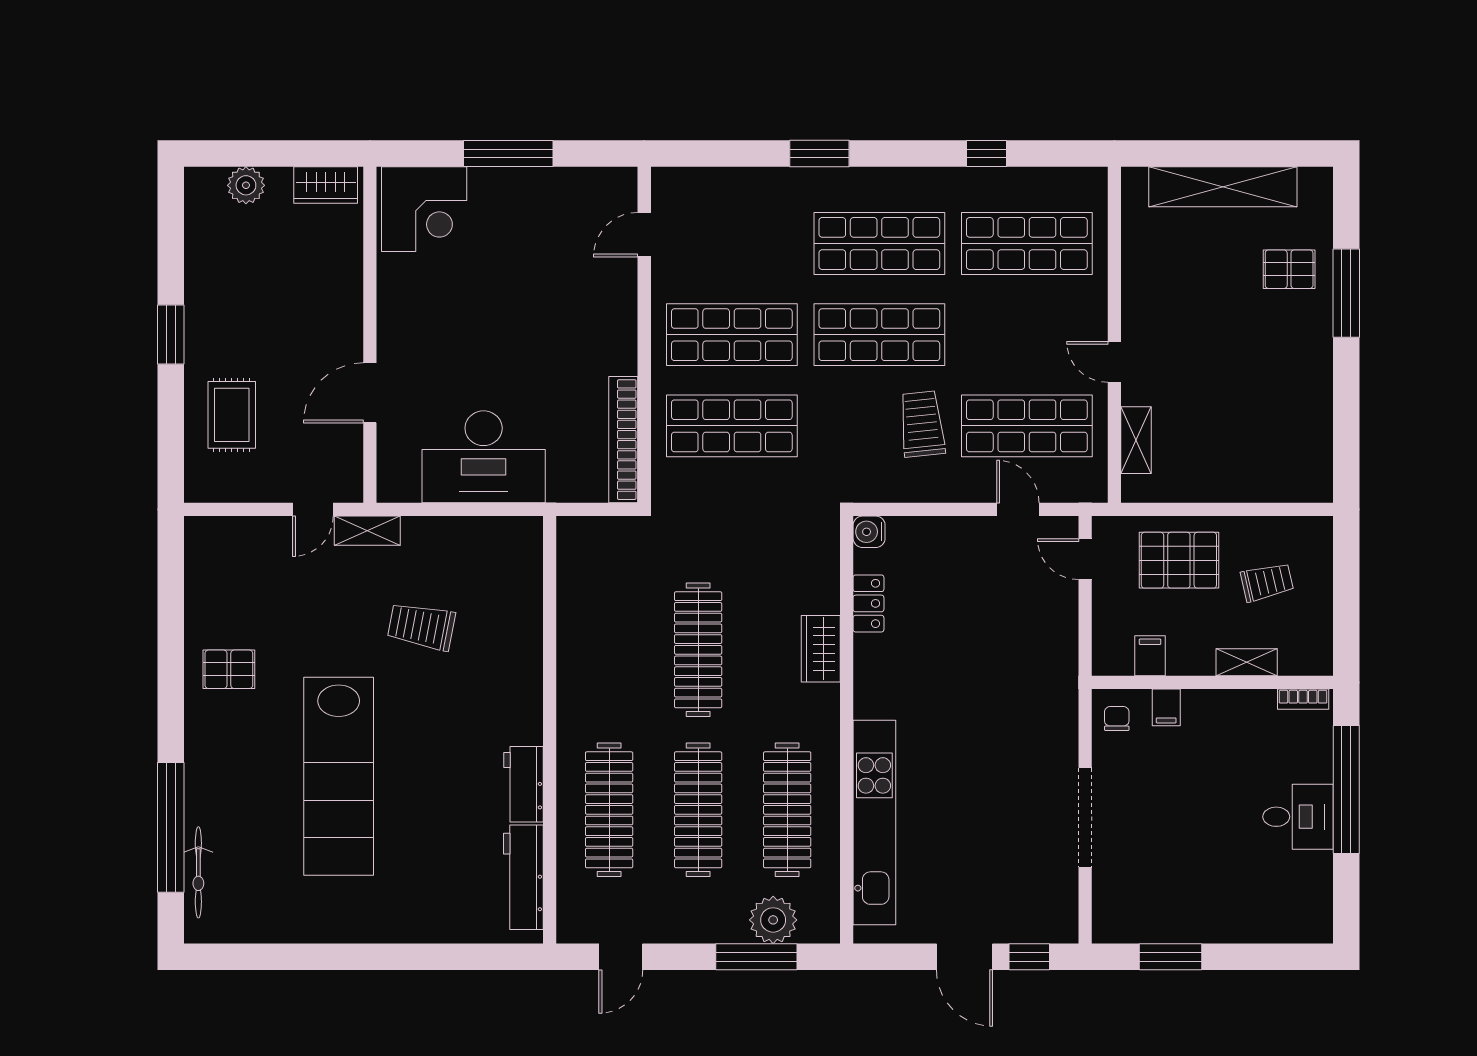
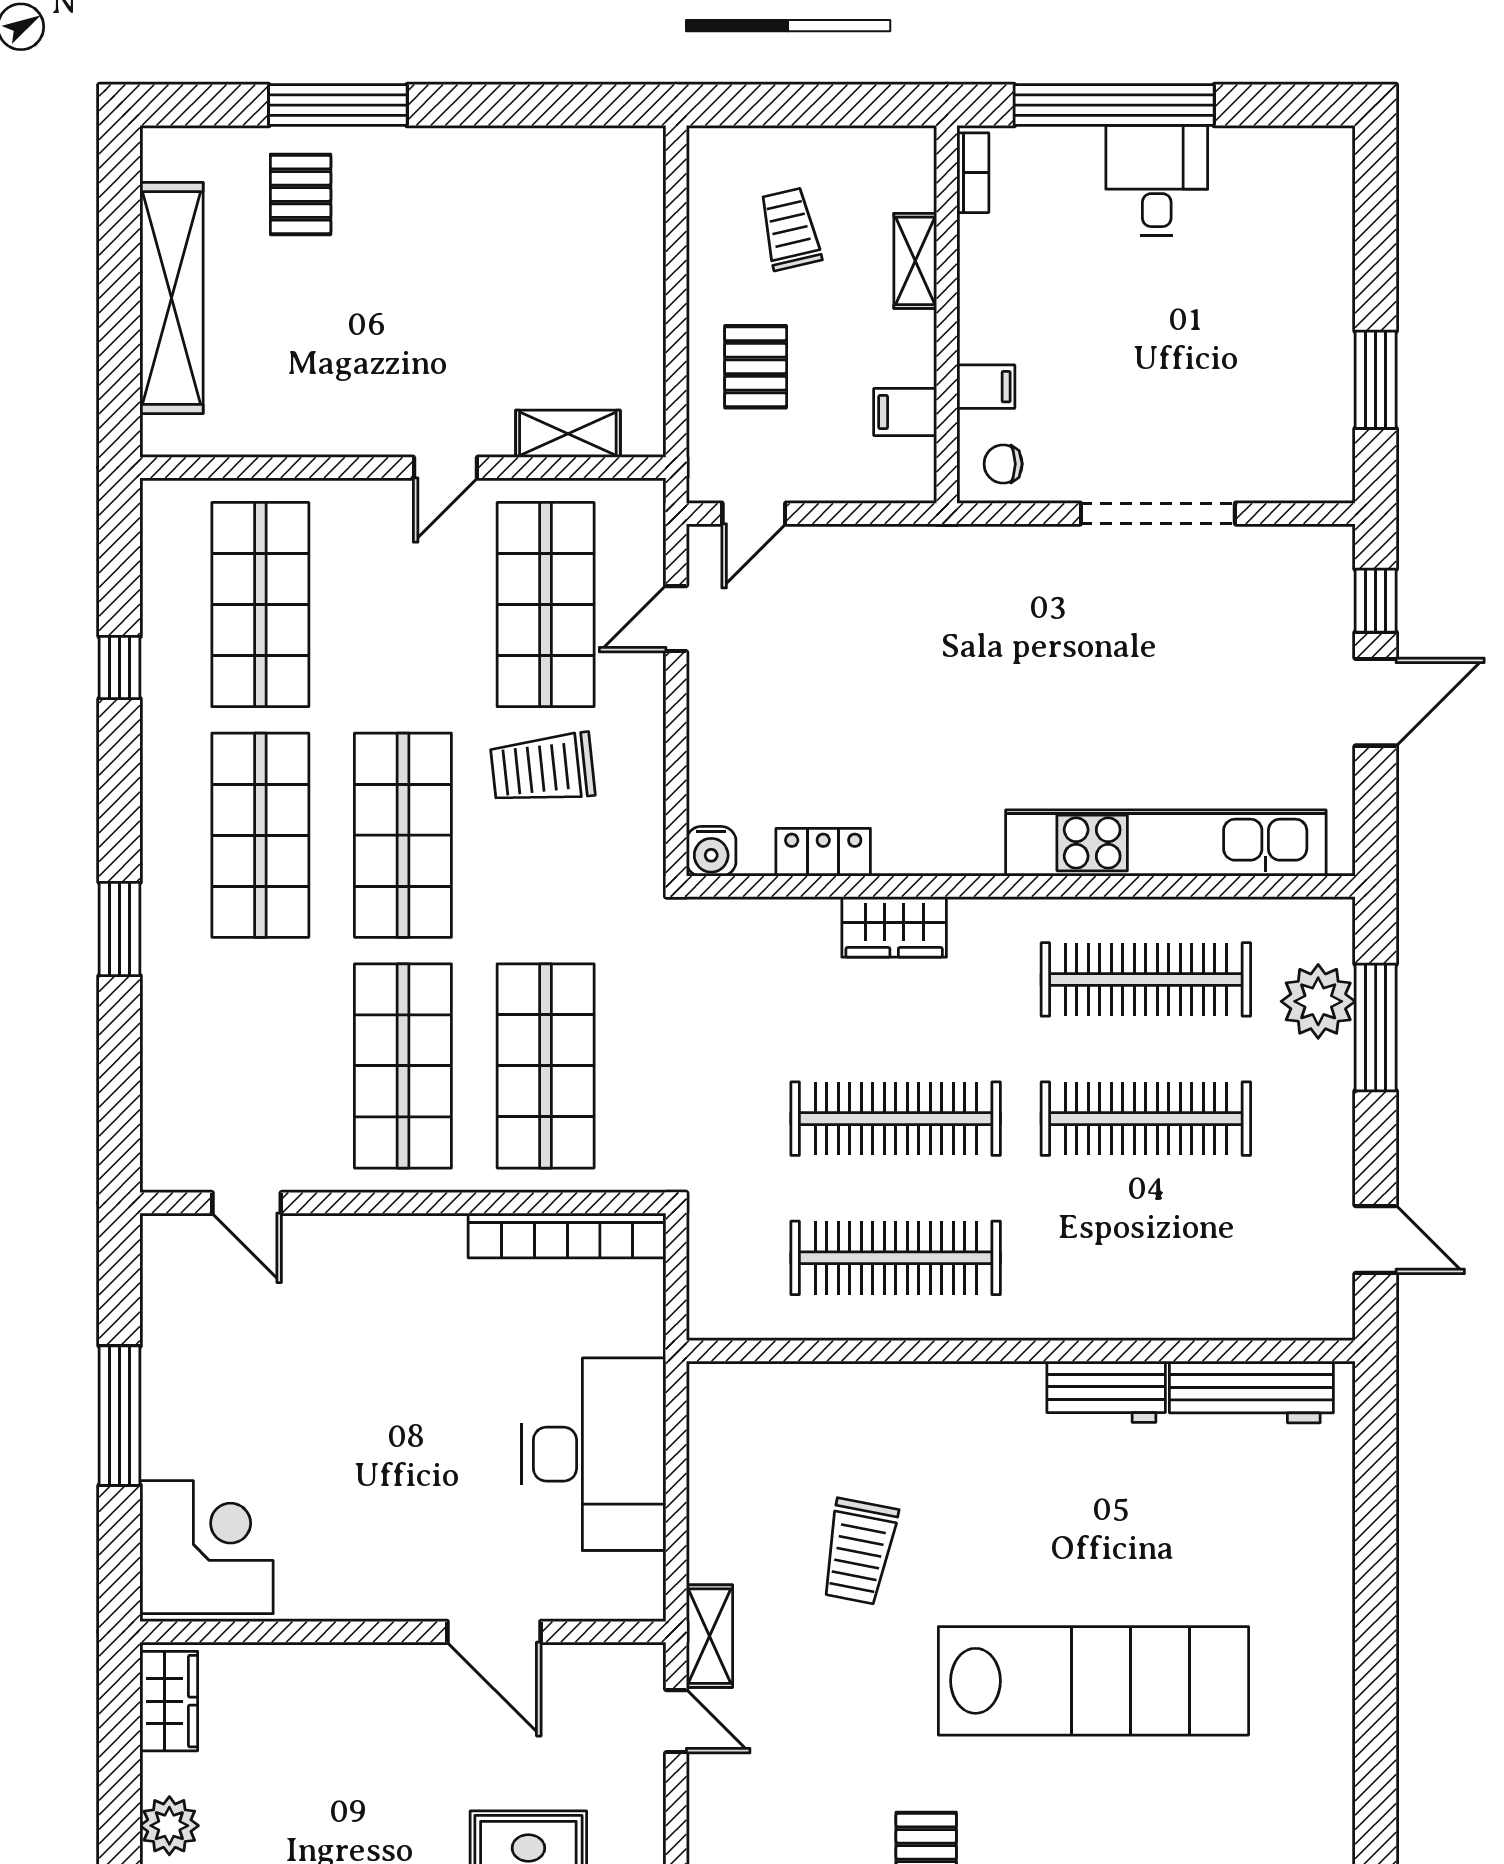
pallet: (1179, 560) -> (756, 367), width x0.67, depth x0.71
clothes rail: (609, 810) -> (896, 1258), moved

